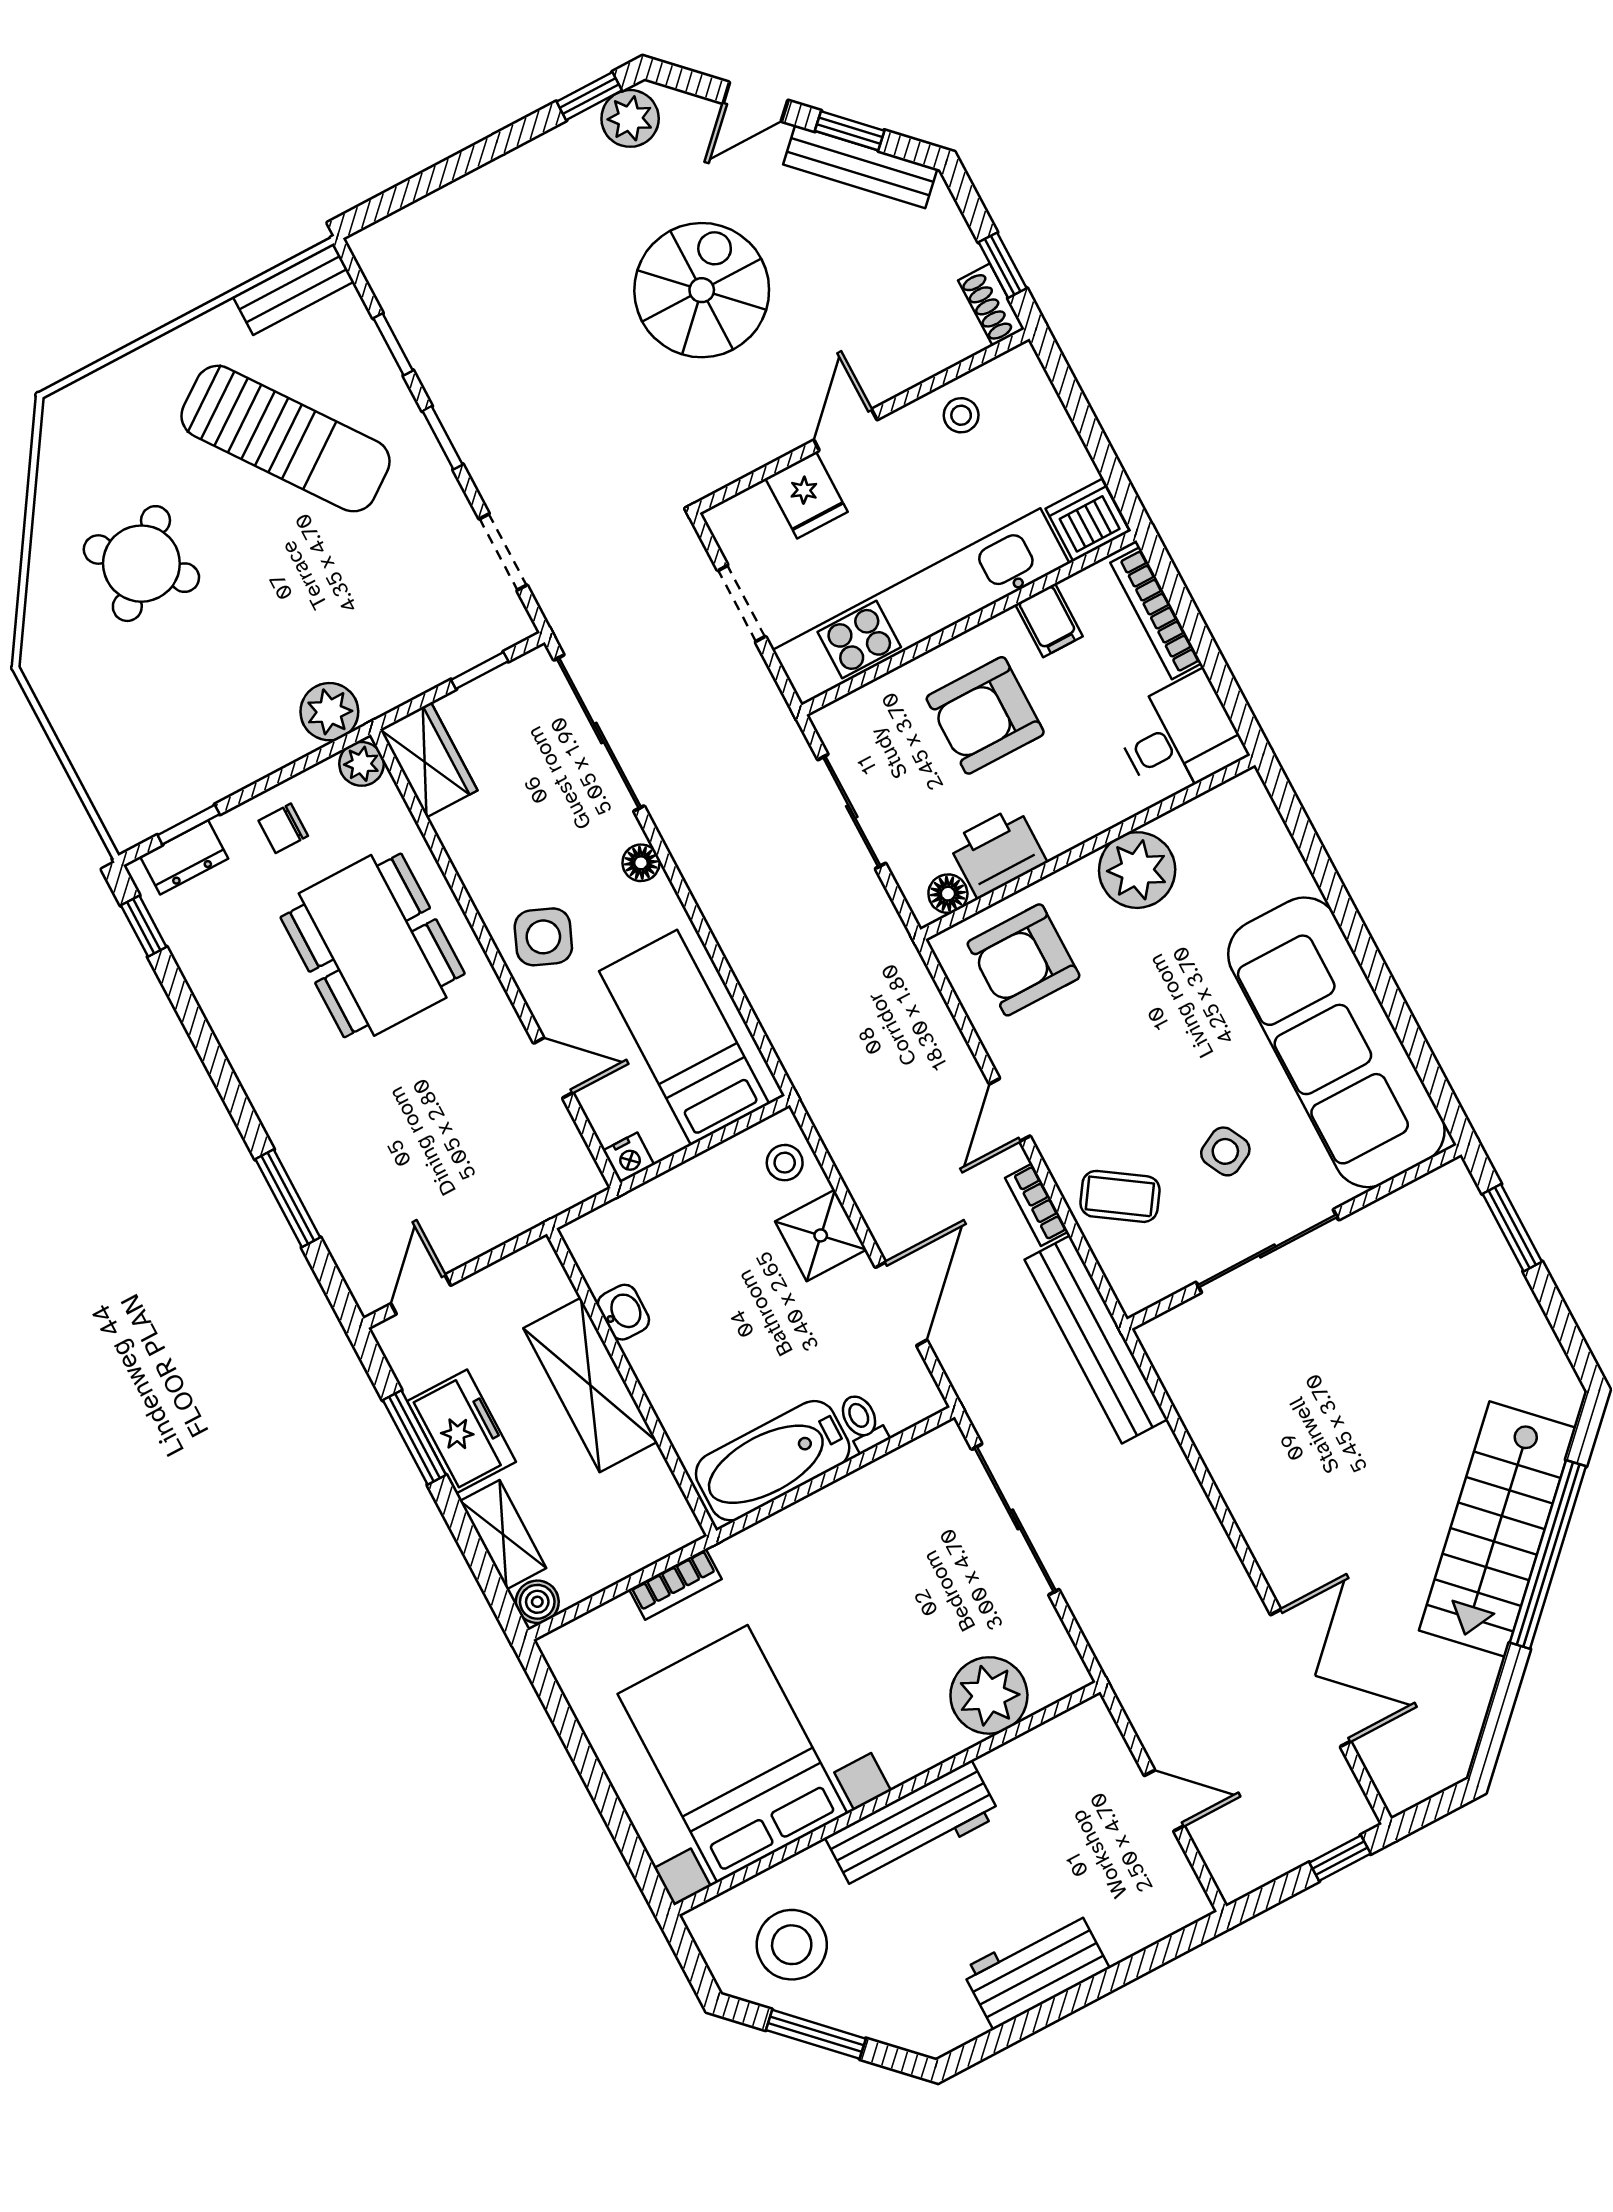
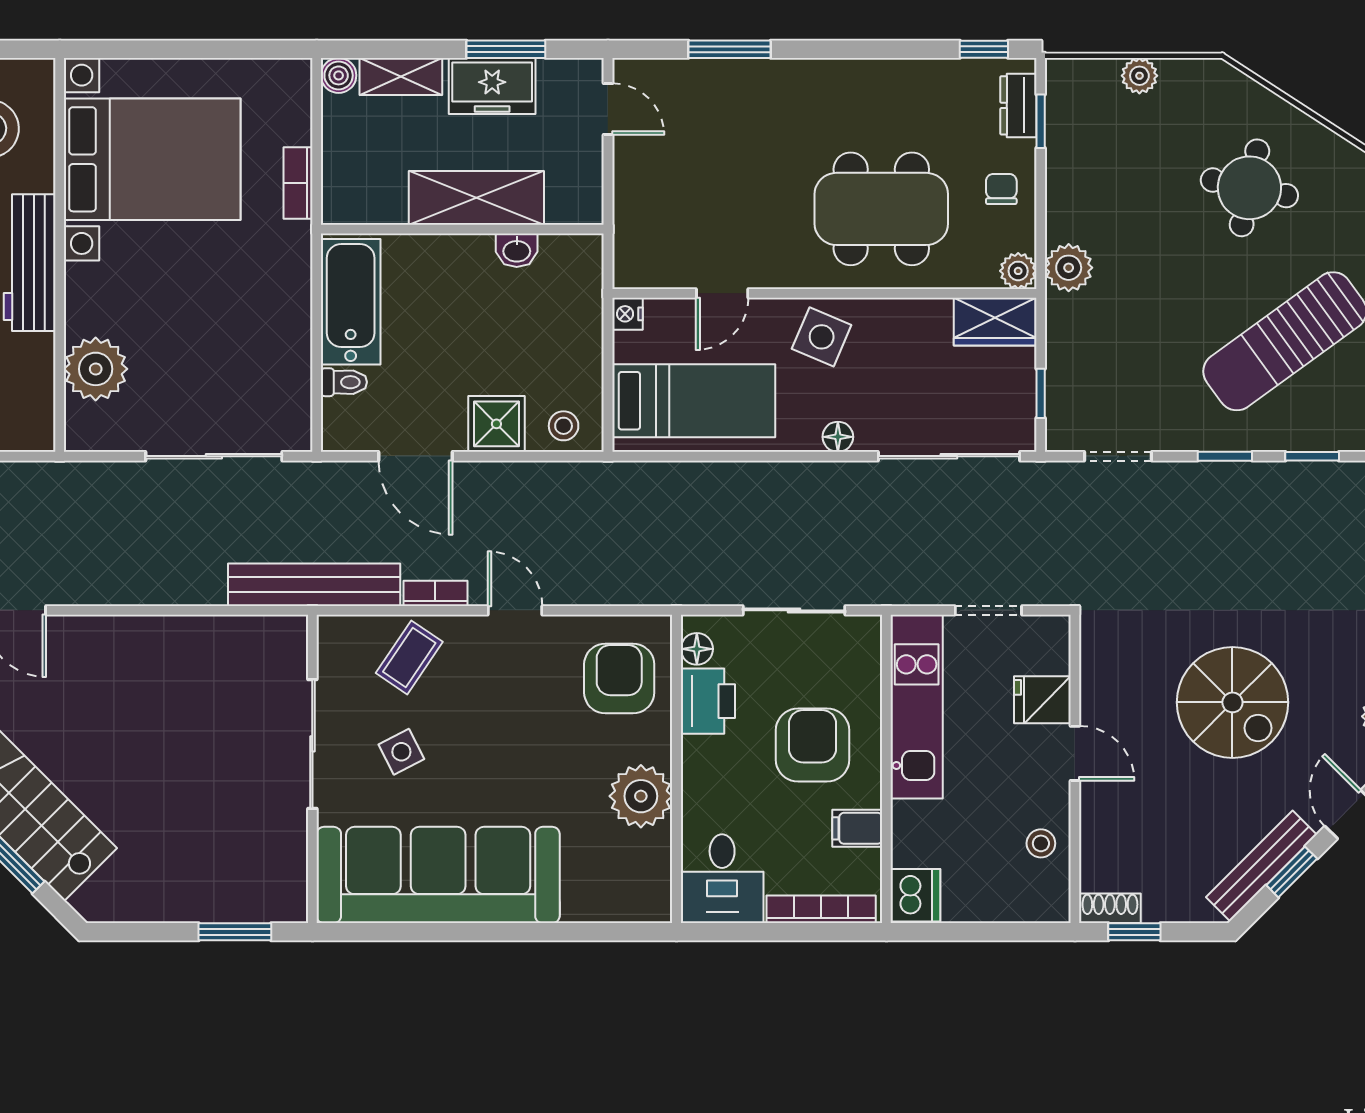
round table: (141, 564) -> (1249, 188), turned -34
kitchen unit: (921, 607) -> (917, 707), width x0.73
plant: (84, 745) -> (1139, 76), added

